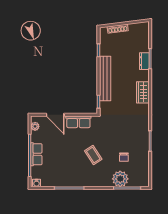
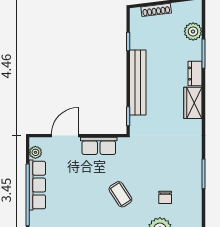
plant: (143, 43) -> (193, 31), added
dresser: (144, 61) -> (195, 74), moved
door: (55, 115) -> (65, 136), swing flipped
row of seats: (36, 154) -> (37, 185), width x1.48

